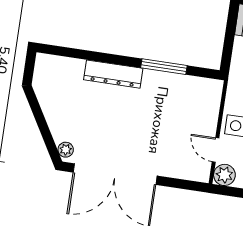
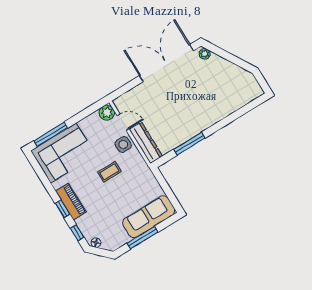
dresser: (113, 74) -> (146, 143), moved, turned 90

